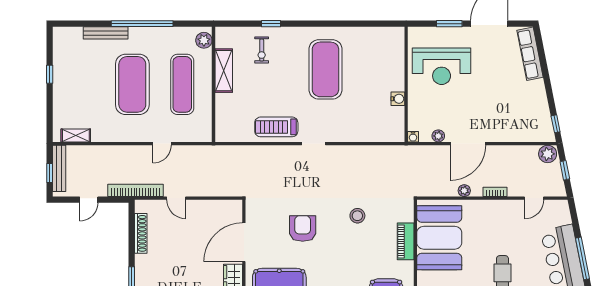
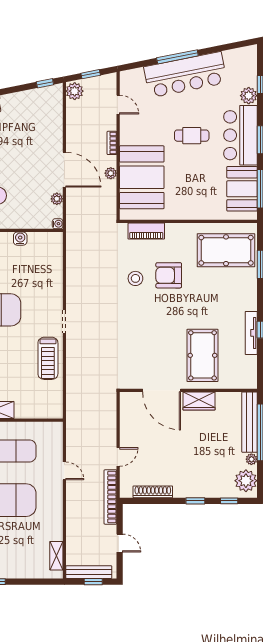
armchair: (303, 229) -> (169, 275), moved
booth: (439, 238) -> (142, 177), moved, turned 90
piano: (406, 241) -> (146, 231), moved

